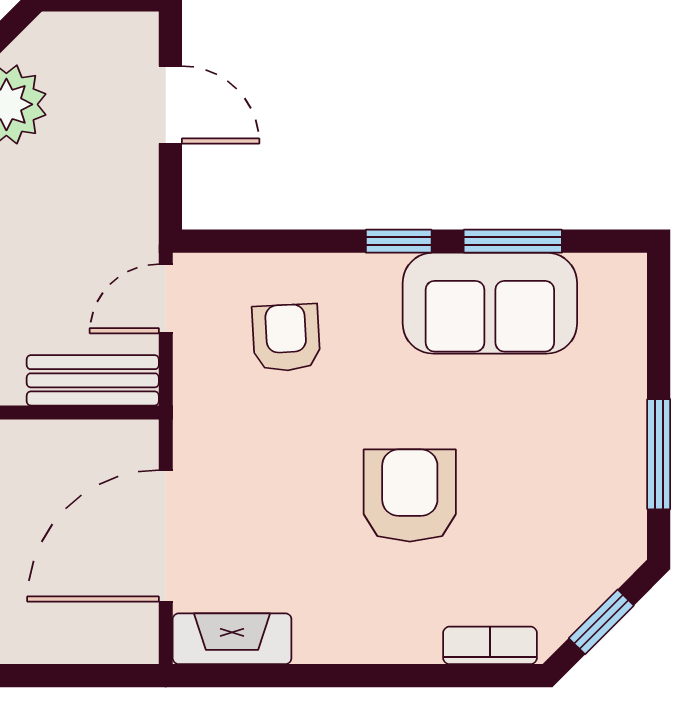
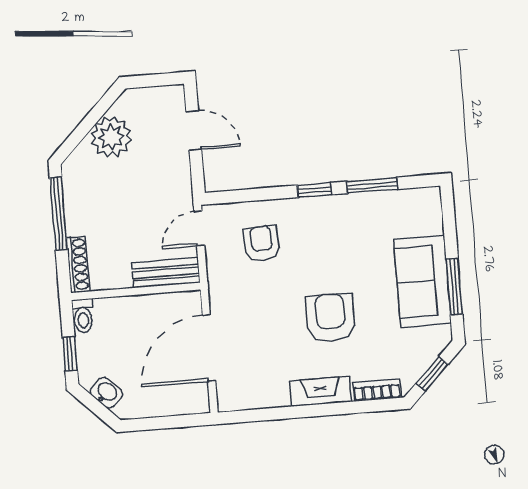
sofa: (490, 303) -> (422, 281), moved, turned 90
fireplace: (232, 639) -> (321, 391), moved

